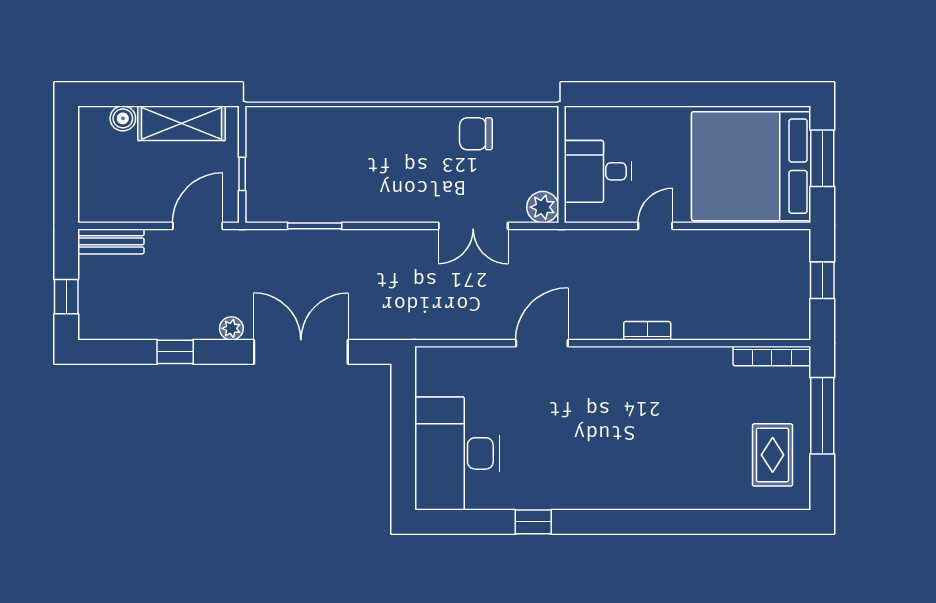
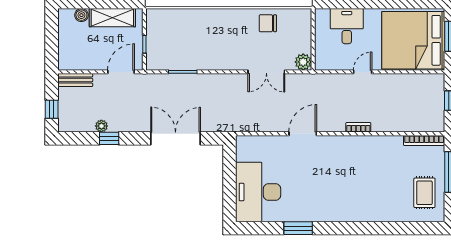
desk: (598, 171) -> (347, 26), moved, turned 90
plant: (231, 328) -> (101, 126), moved
window: (533, 522) -> (298, 228), width x1.50

